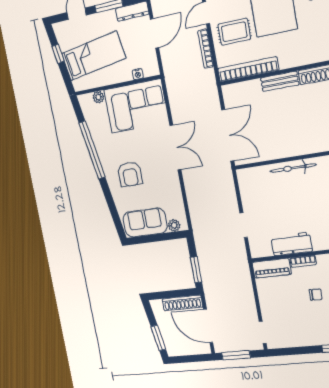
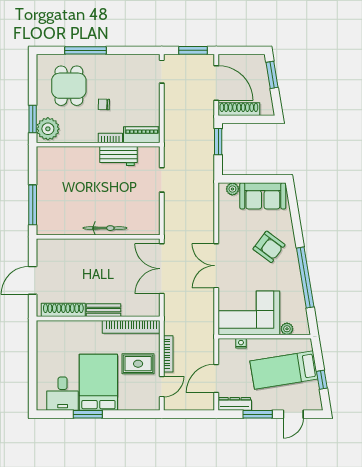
armchair: (130, 174) -> (269, 247), turned 127

